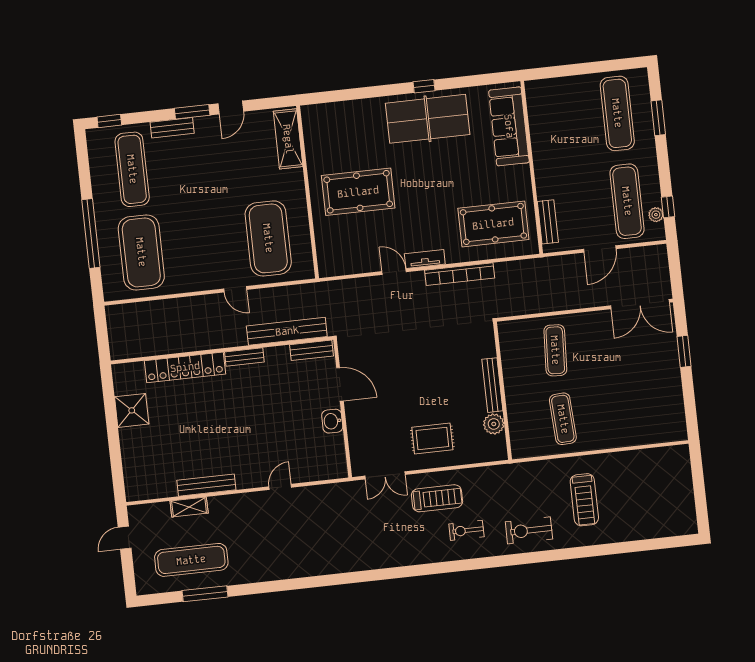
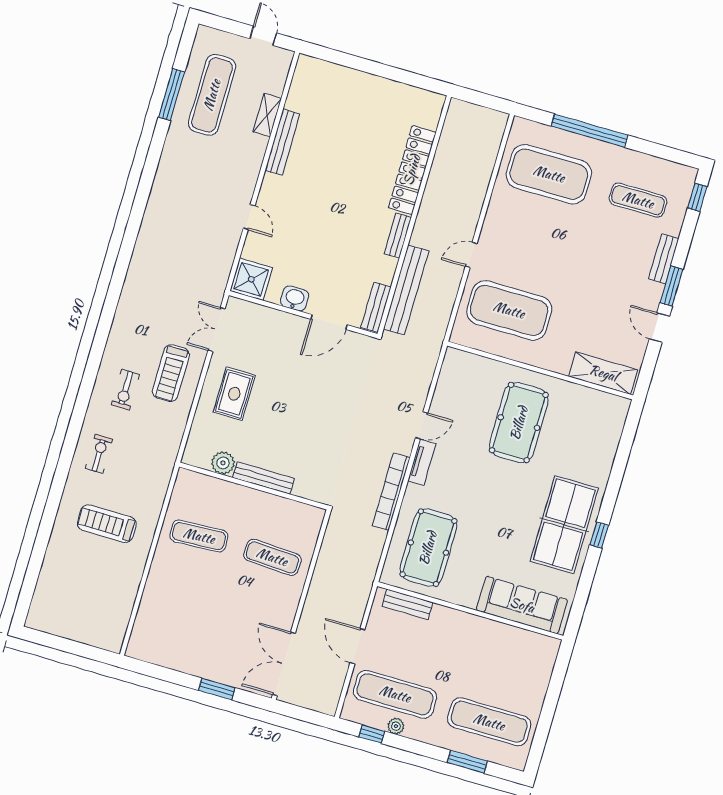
exercise mat: (132, 169) -> (638, 200), width x0.73, depth x0.69
plant: (656, 215) -> (396, 726), moved
shower: (132, 410) -> (251, 279), moved
exercise bike: (466, 530) -> (125, 390), turned 180
exercise bike: (529, 530) -> (99, 454), width x0.73, depth x0.72

